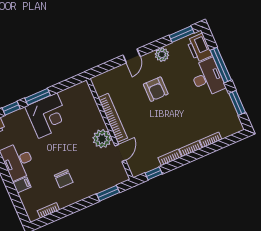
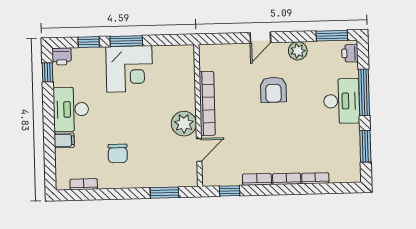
printer: (199, 48) -> (350, 53), width x0.53, depth x0.68

